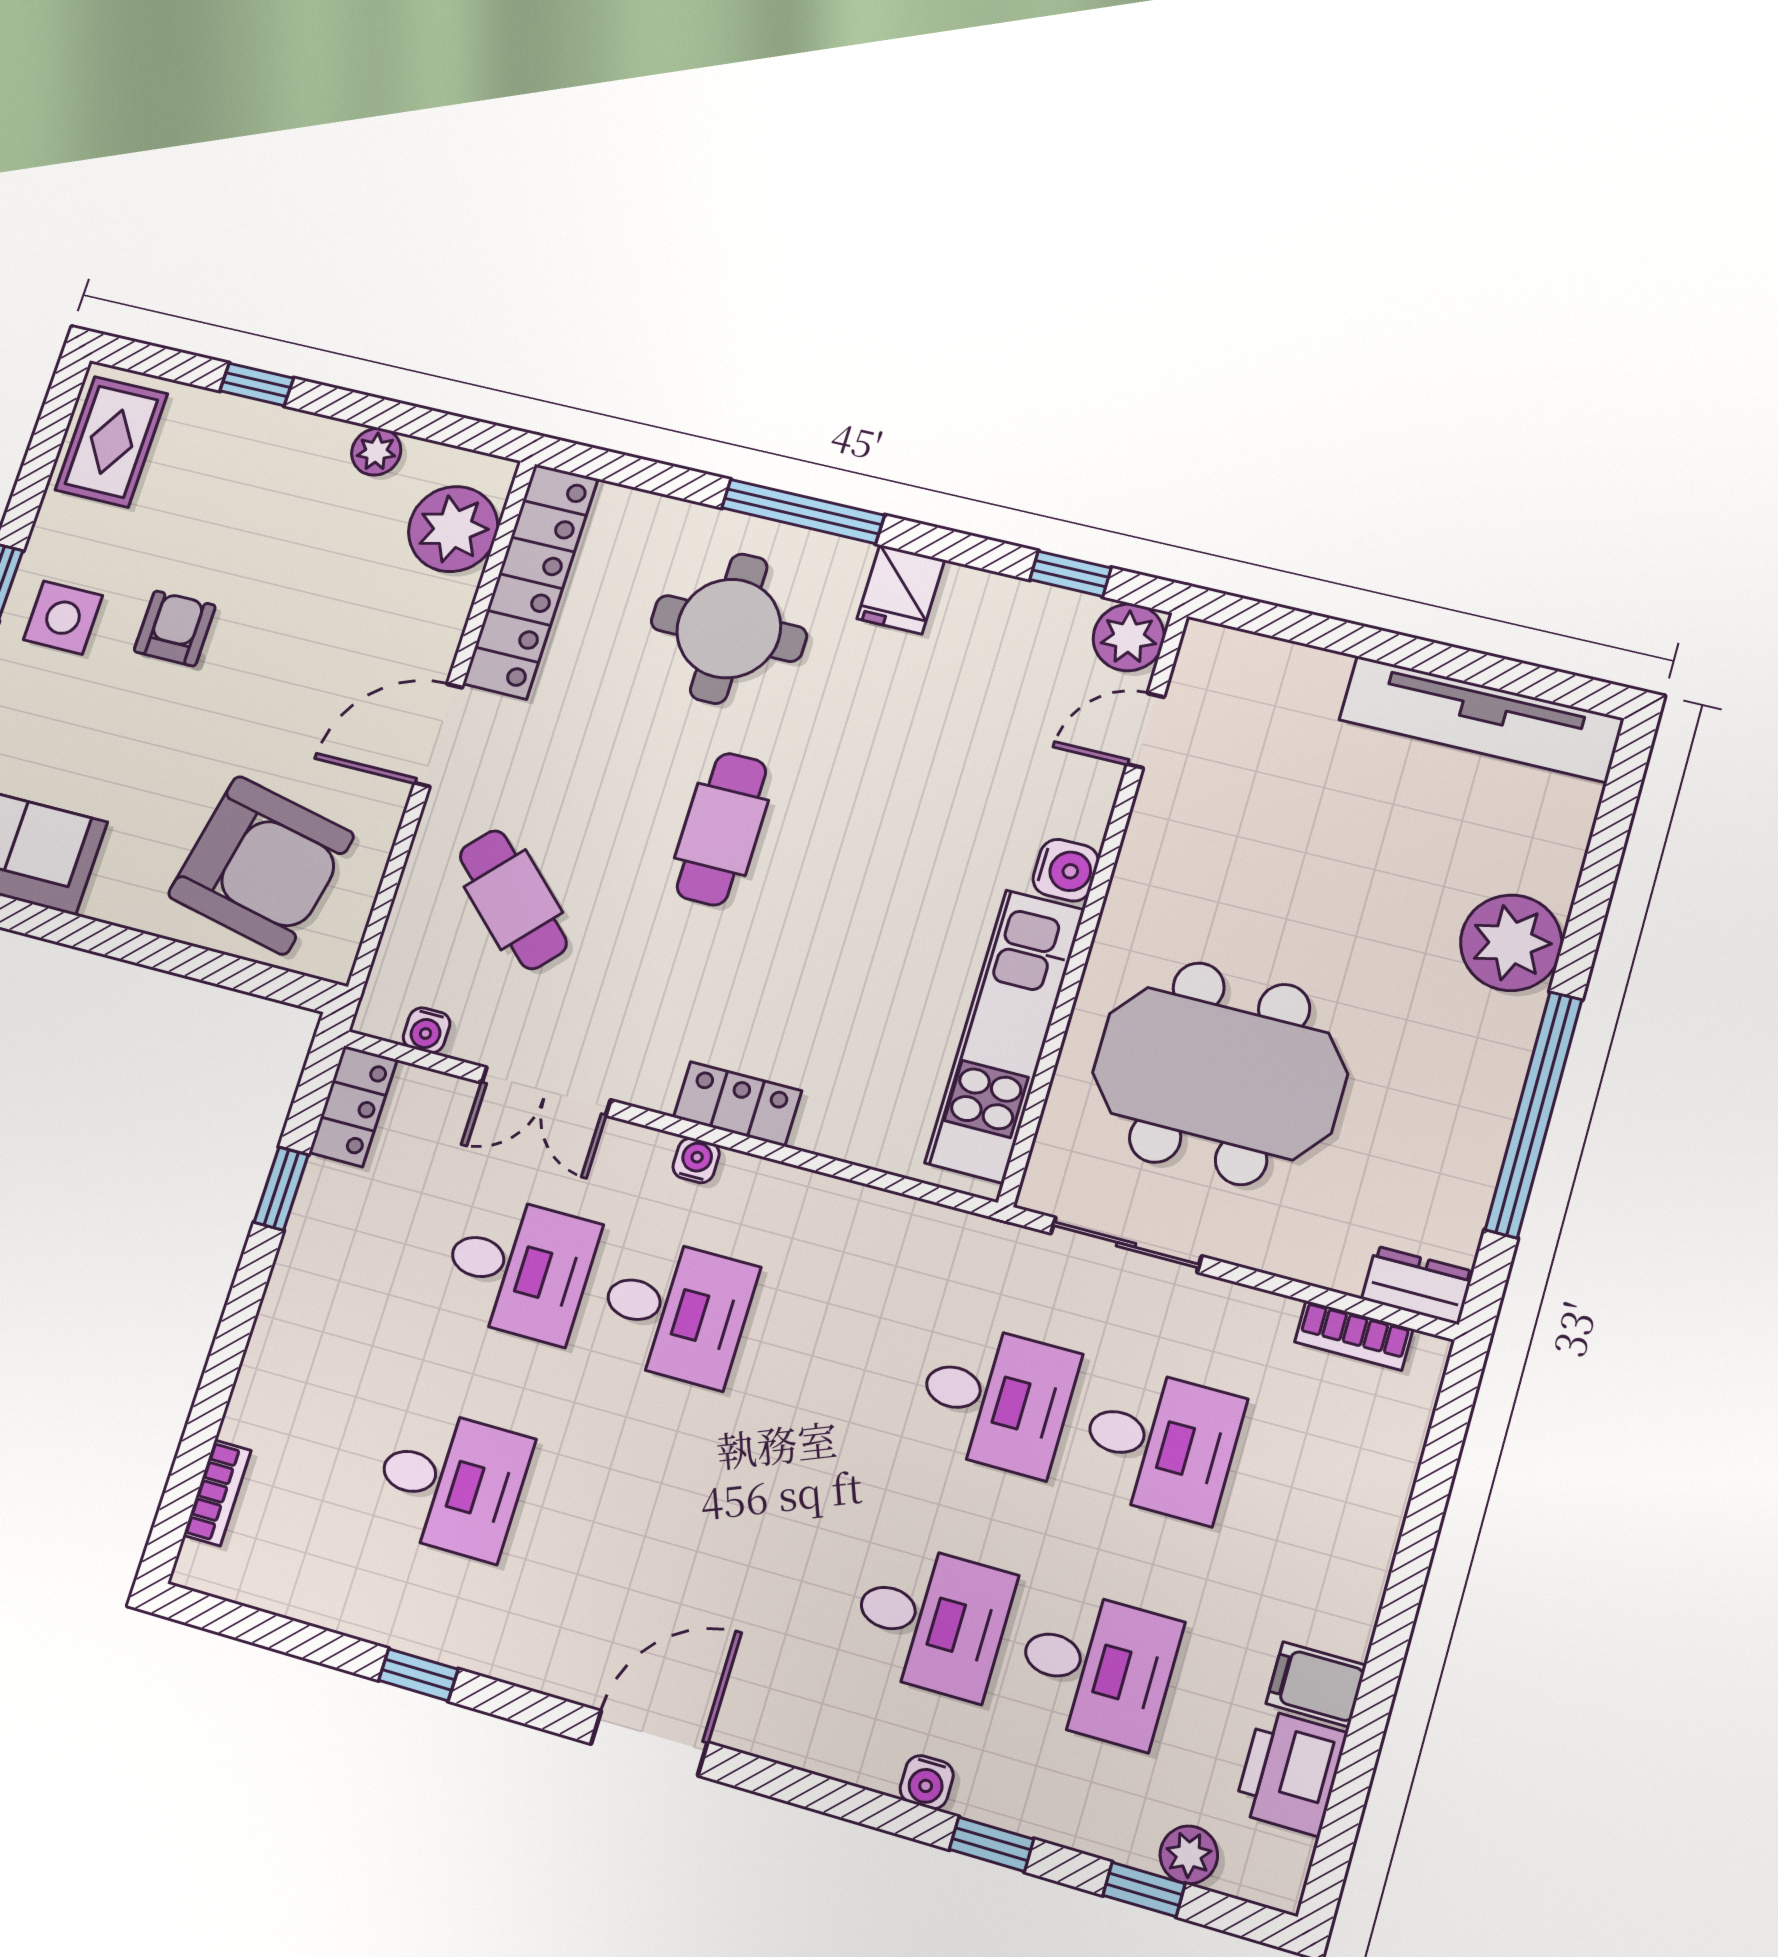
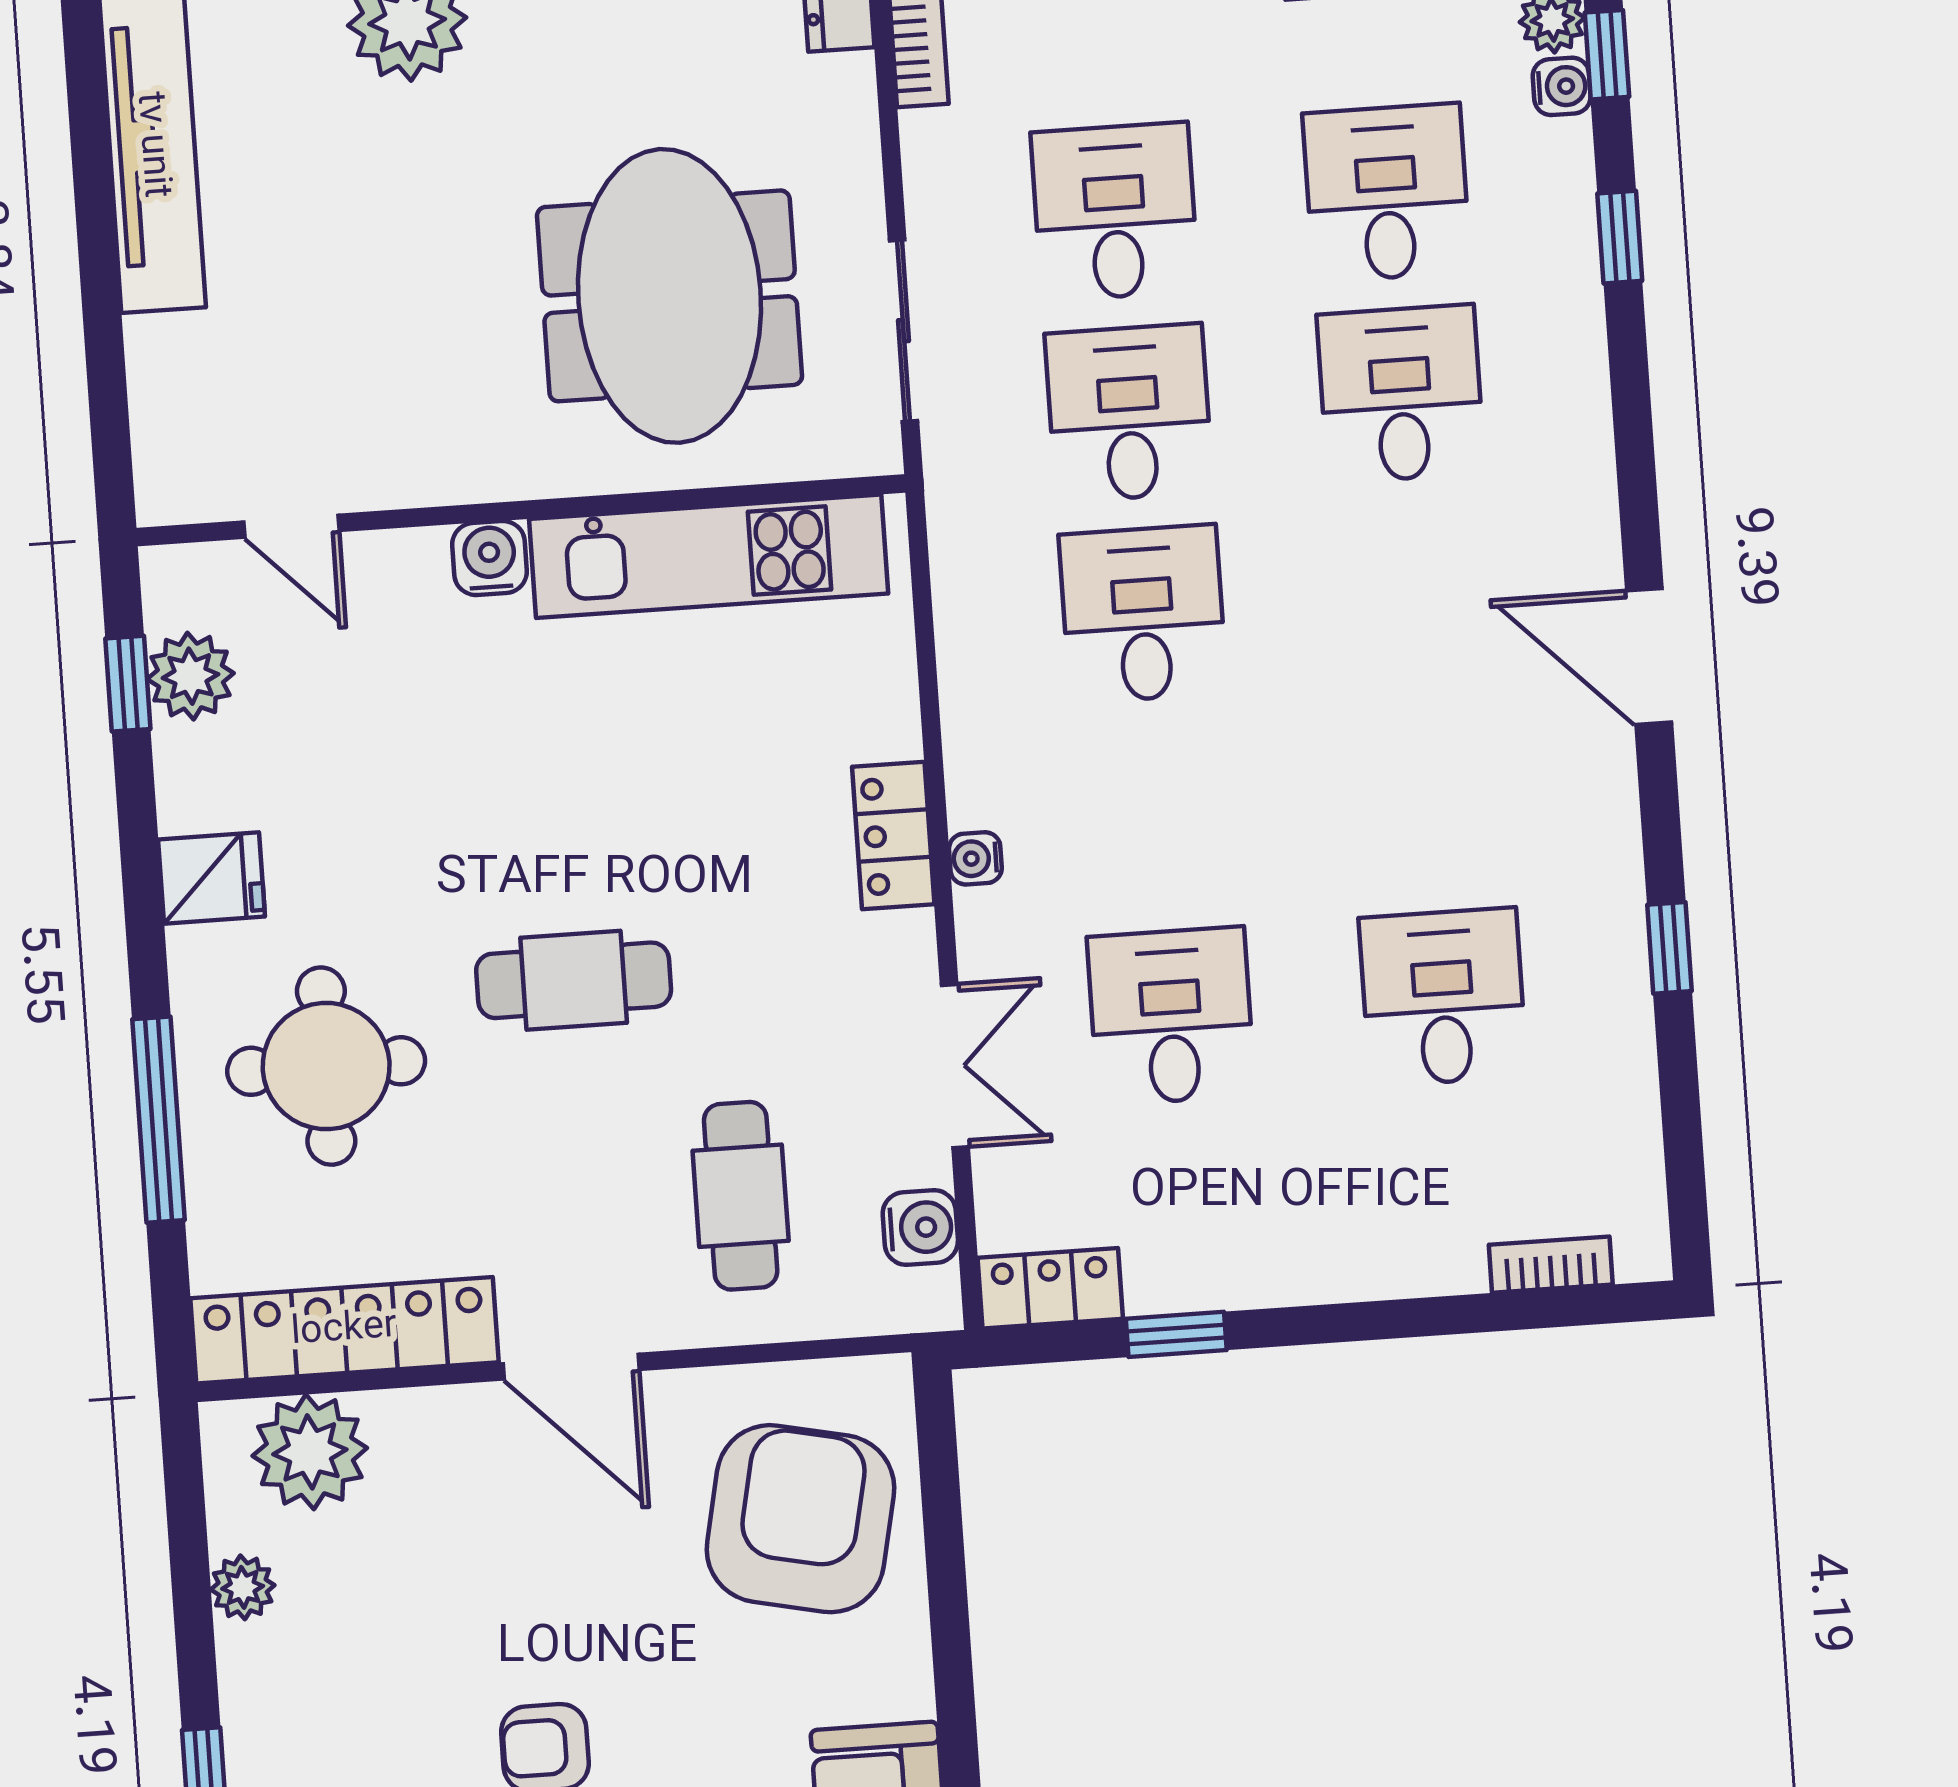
window: (803, 512) -> (158, 1120), moved
plant: (1129, 637) -> (190, 676), moved
cafe table: (513, 900) -> (741, 1196), turned -43
water cooler: (427, 1030) -> (920, 1228), width x1.38, depth x1.38
desk: (675, 1311) -> (1143, 614), moved
water cooler: (927, 1782) -> (1562, 86), moved

